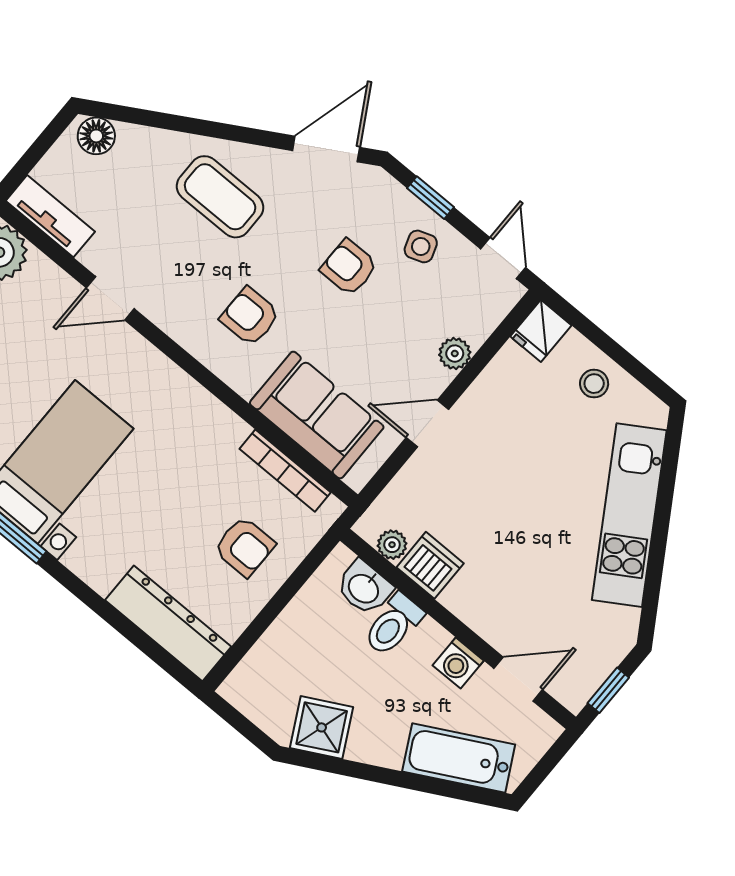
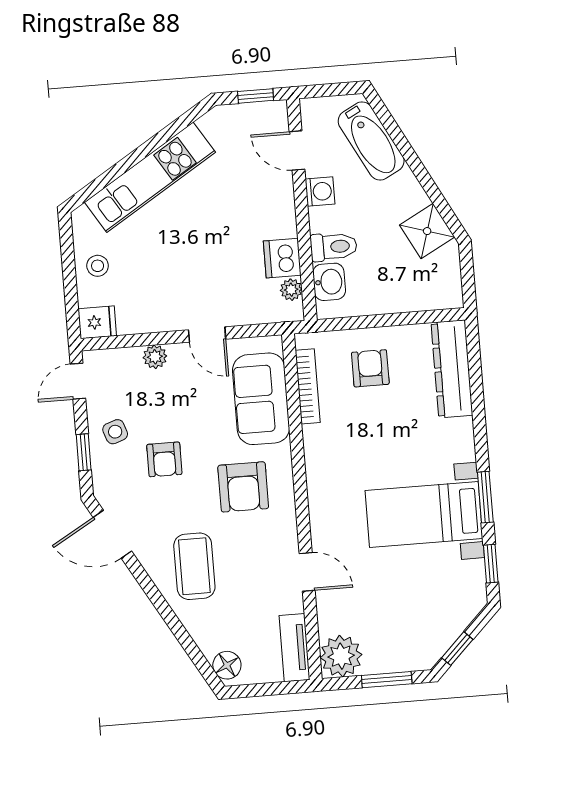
armchair: (250, 317) -> (243, 487), width x1.38, depth x1.38

